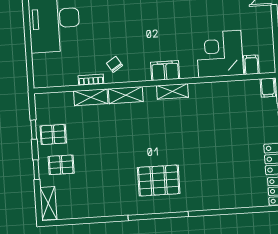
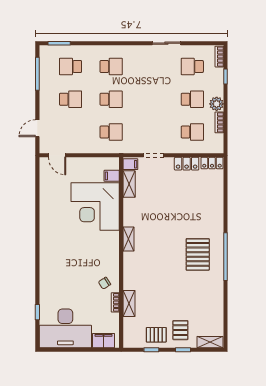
corner desk: (220, 54) -> (95, 207), width x1.36, depth x1.36
filing cabinet: (165, 71) -> (103, 341), moved, turned 90
shelving: (126, 95) -> (129, 184), moved
pallet: (53, 134) -> (156, 335), turned 90

